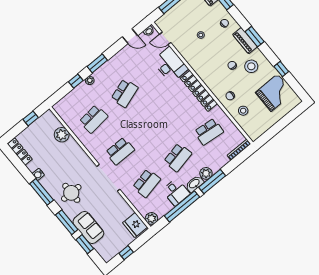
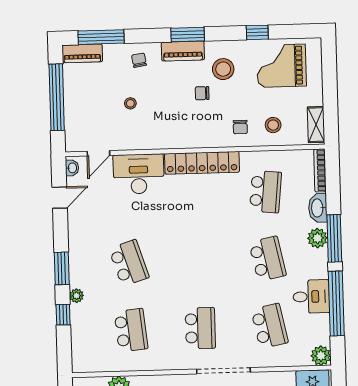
grand piano: (274, 93) -> (281, 66), turned -90
shelving: (259, 131) -> (316, 125), added
washbasin: (194, 184) -> (318, 208), moved

